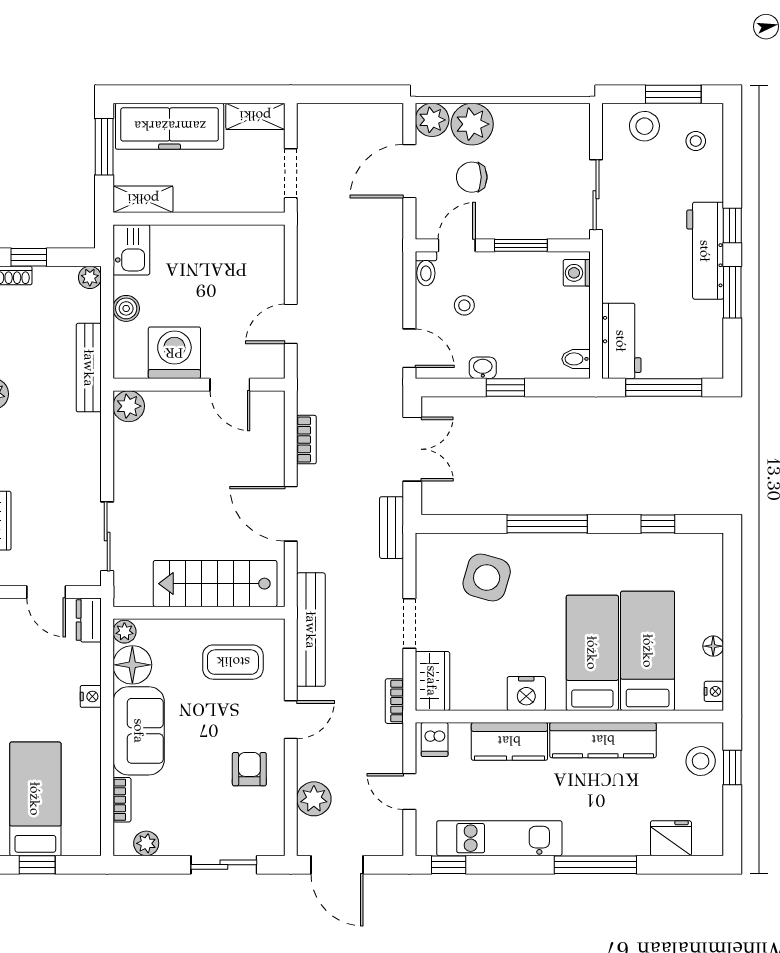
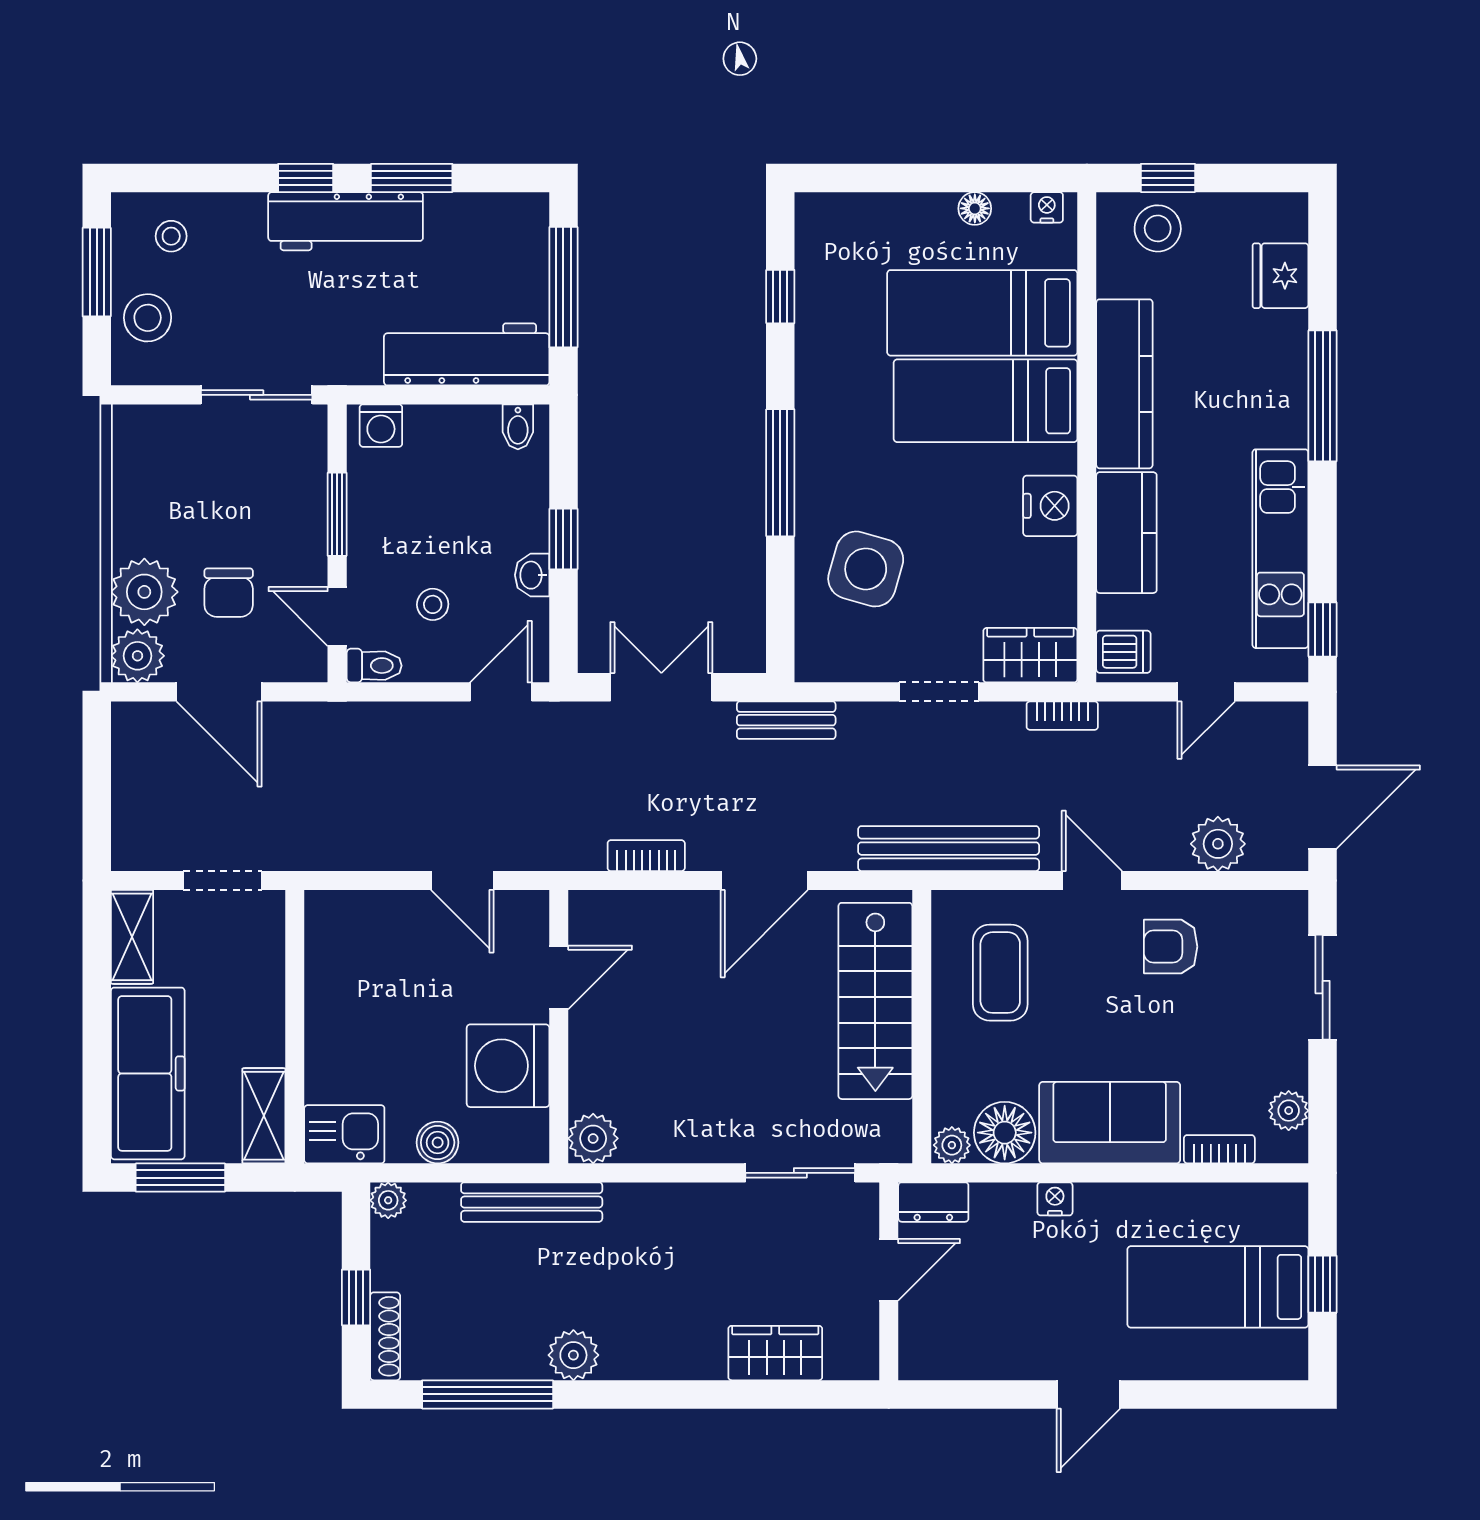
workbench: (621, 341) -> (467, 354), width x1.37

